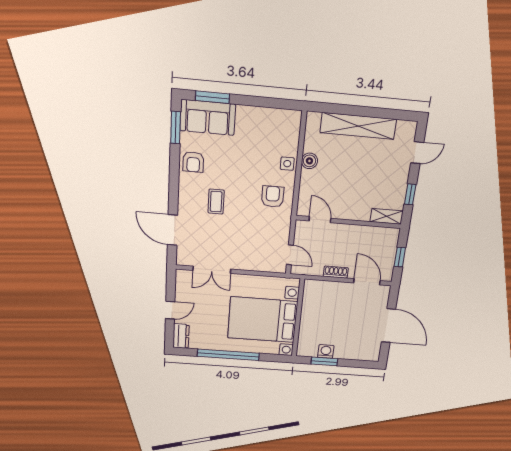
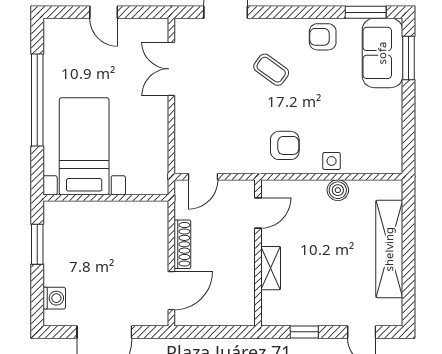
coffee table: (216, 202) -> (271, 70), turned 36
shelving: (387, 216) -> (271, 268), moved
window: (400, 257) -> (213, 332), removed
shoe rack: (336, 272) -> (182, 244), width x1.43
bed with nightstands: (263, 320) -> (84, 146), width x0.73
dresser: (181, 336) -> (63, 29), removed
washing machine: (326, 352) -> (54, 298), moved

